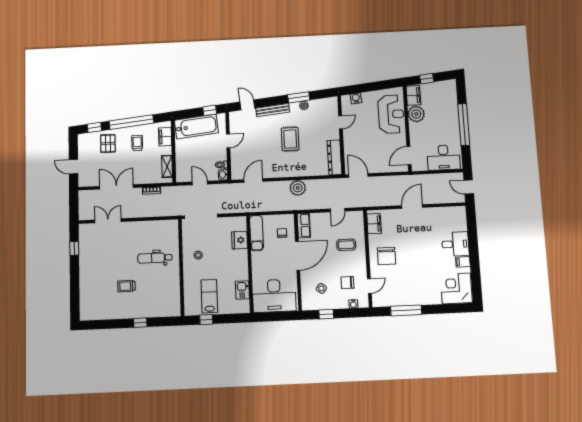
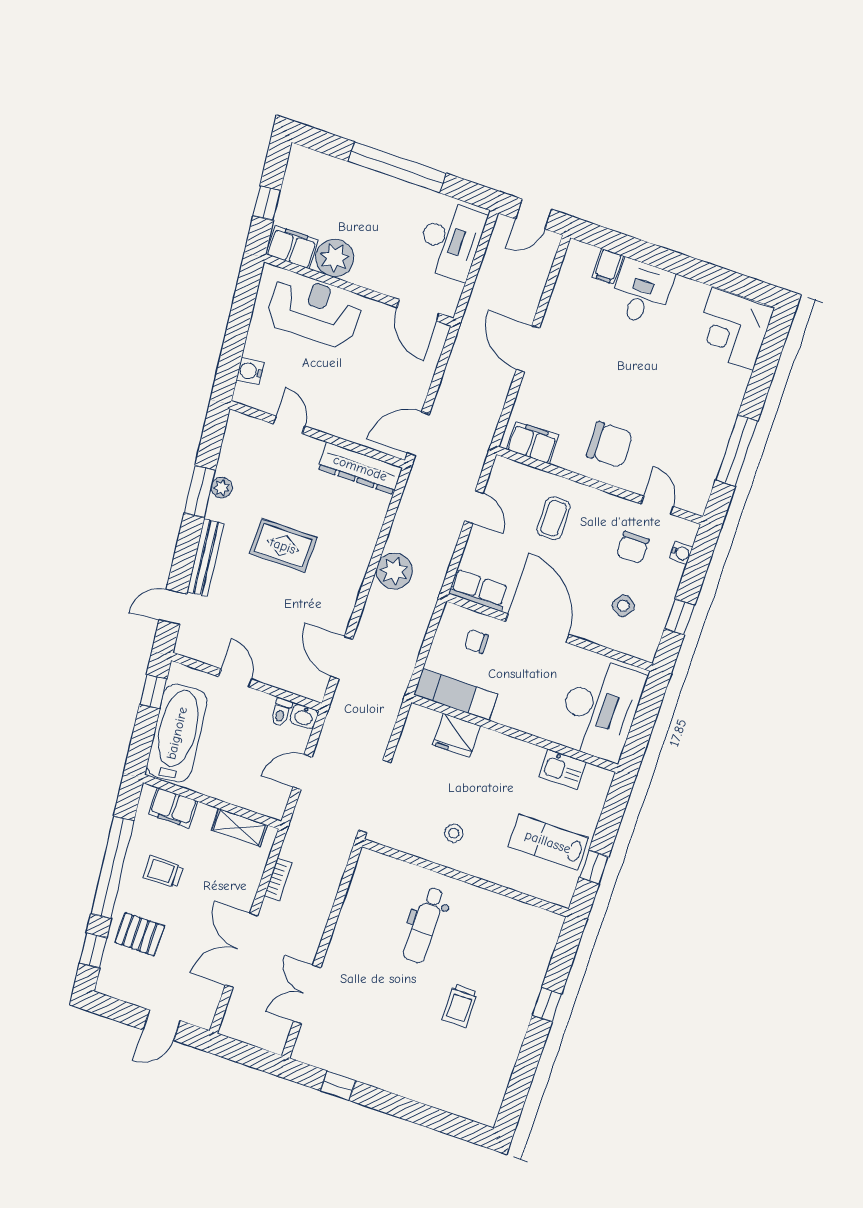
filing cabinet: (463, 262) -> (608, 266), moved

